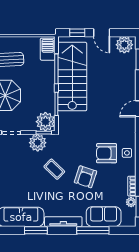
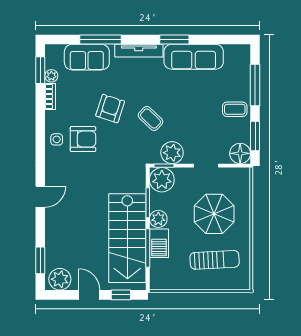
barbecue: (48, 49) -> (159, 243), moved
plant: (48, 91) -> (158, 219), added

